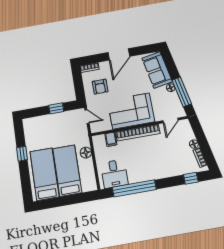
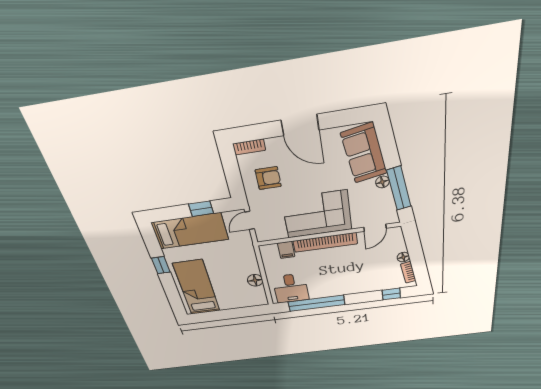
door: (119, 54) -> (300, 125), hinge flipped
armchair: (100, 87) -> (268, 178), turned -90
door: (87, 116) -> (250, 220), swing flipped
floor lamp: (86, 153) -> (255, 280), moved
bed: (67, 170) -> (190, 231), moved, turned 90

